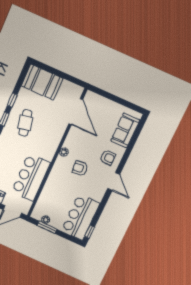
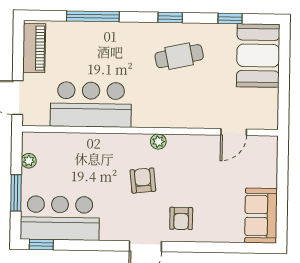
window: (12, 100) -> (230, 18), moved
door: (76, 112) -> (234, 132), width x0.53
sofa: (125, 130) -> (261, 216), moved, turned -90
window: (47, 227) -> (16, 193), moved

